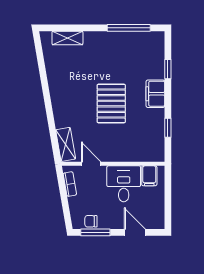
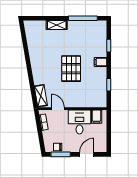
shelving: (67, 38) -> (57, 25), moved
filing cabinet: (155, 94) -> (101, 62), width x0.50
door: (135, 232) -> (87, 154), hinge flipped

